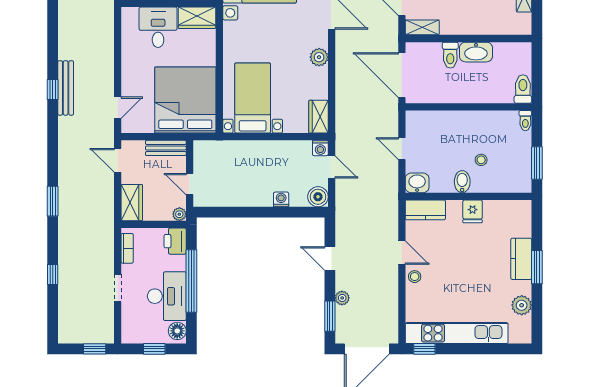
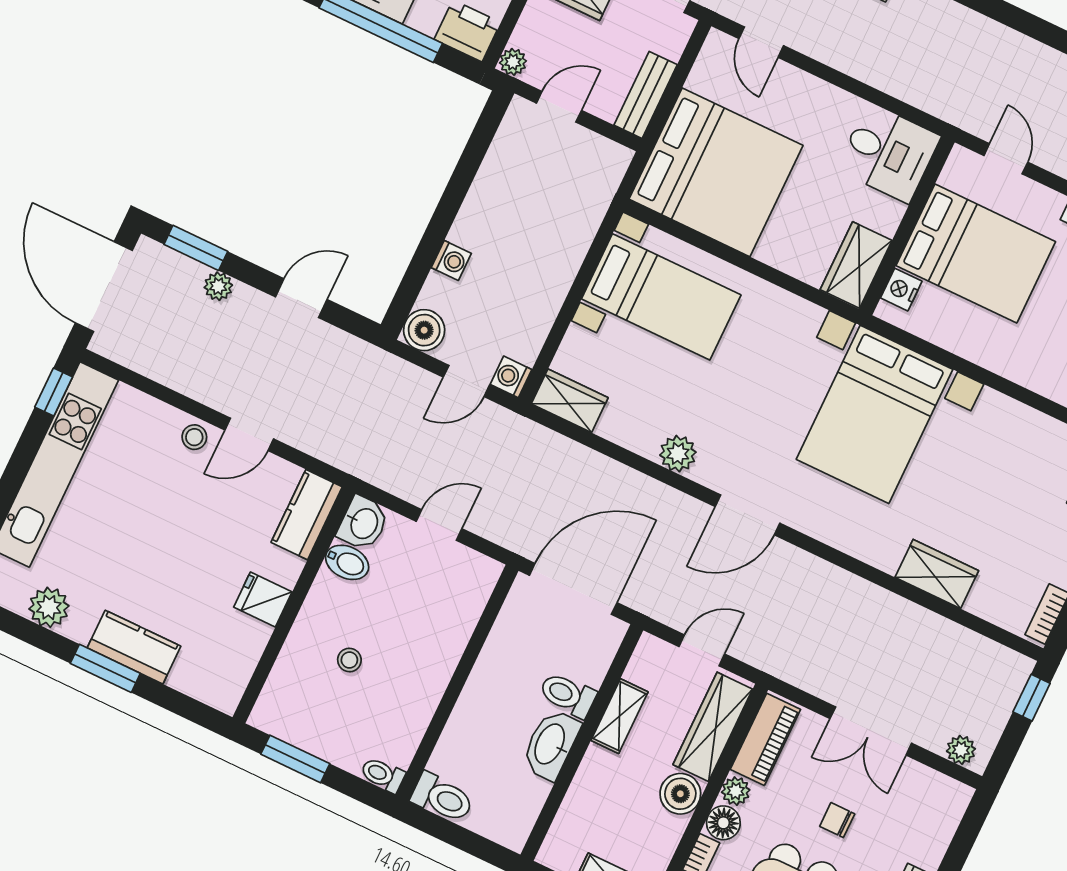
desk: (158, 27) -> (888, 153), moved
shelving: (422, 27) -> (619, 716), moved
bidet: (462, 182) -> (347, 562), moved

